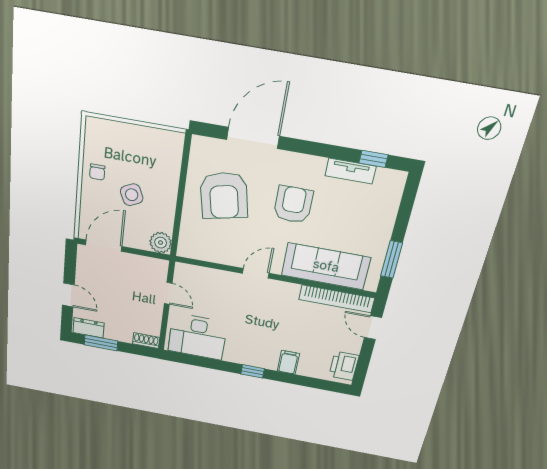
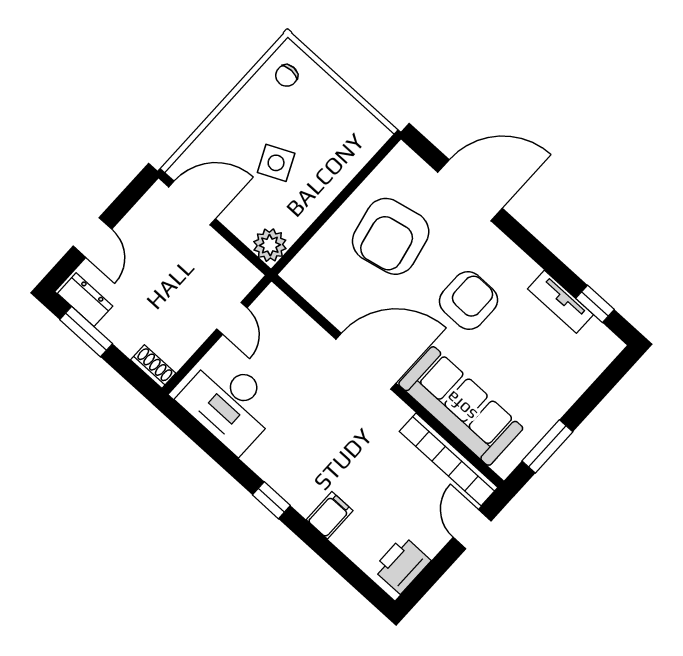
chair: (97, 172) -> (287, 76), moved
door: (256, 273) -> (366, 361), width x1.88

